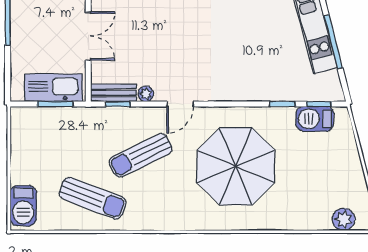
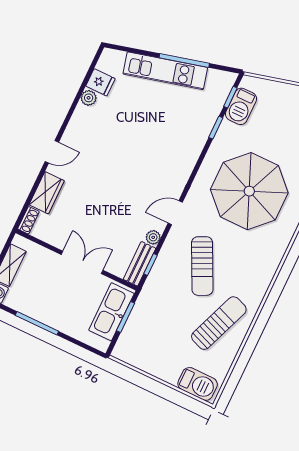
door: (180, 104) -> (175, 213), swing flipped

